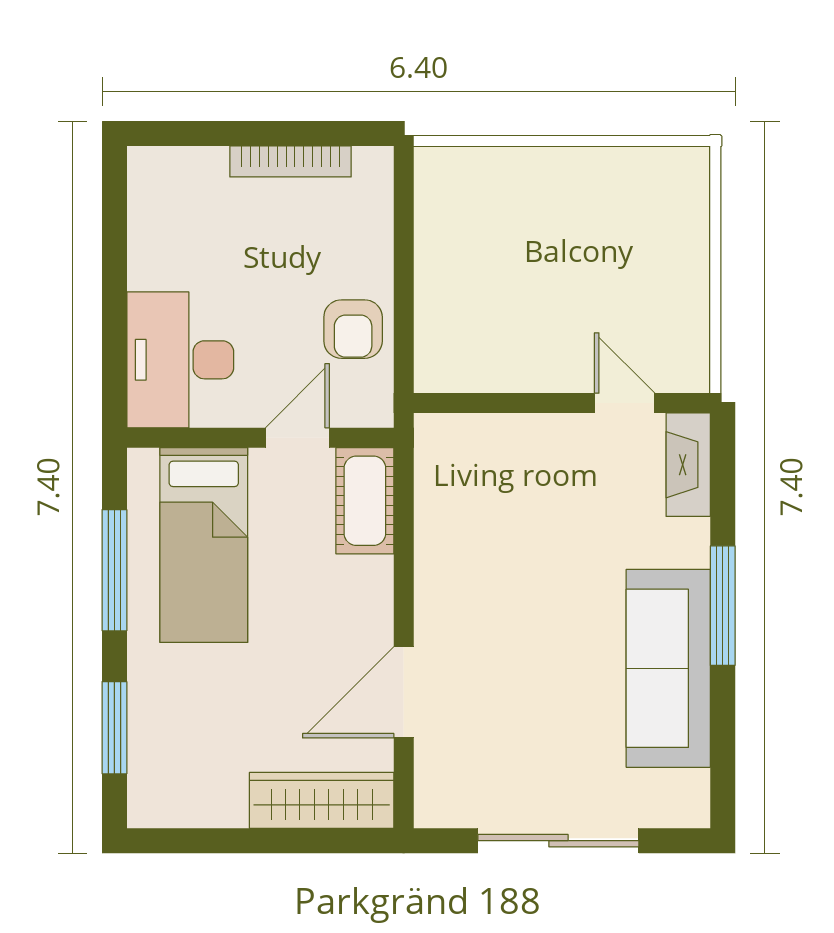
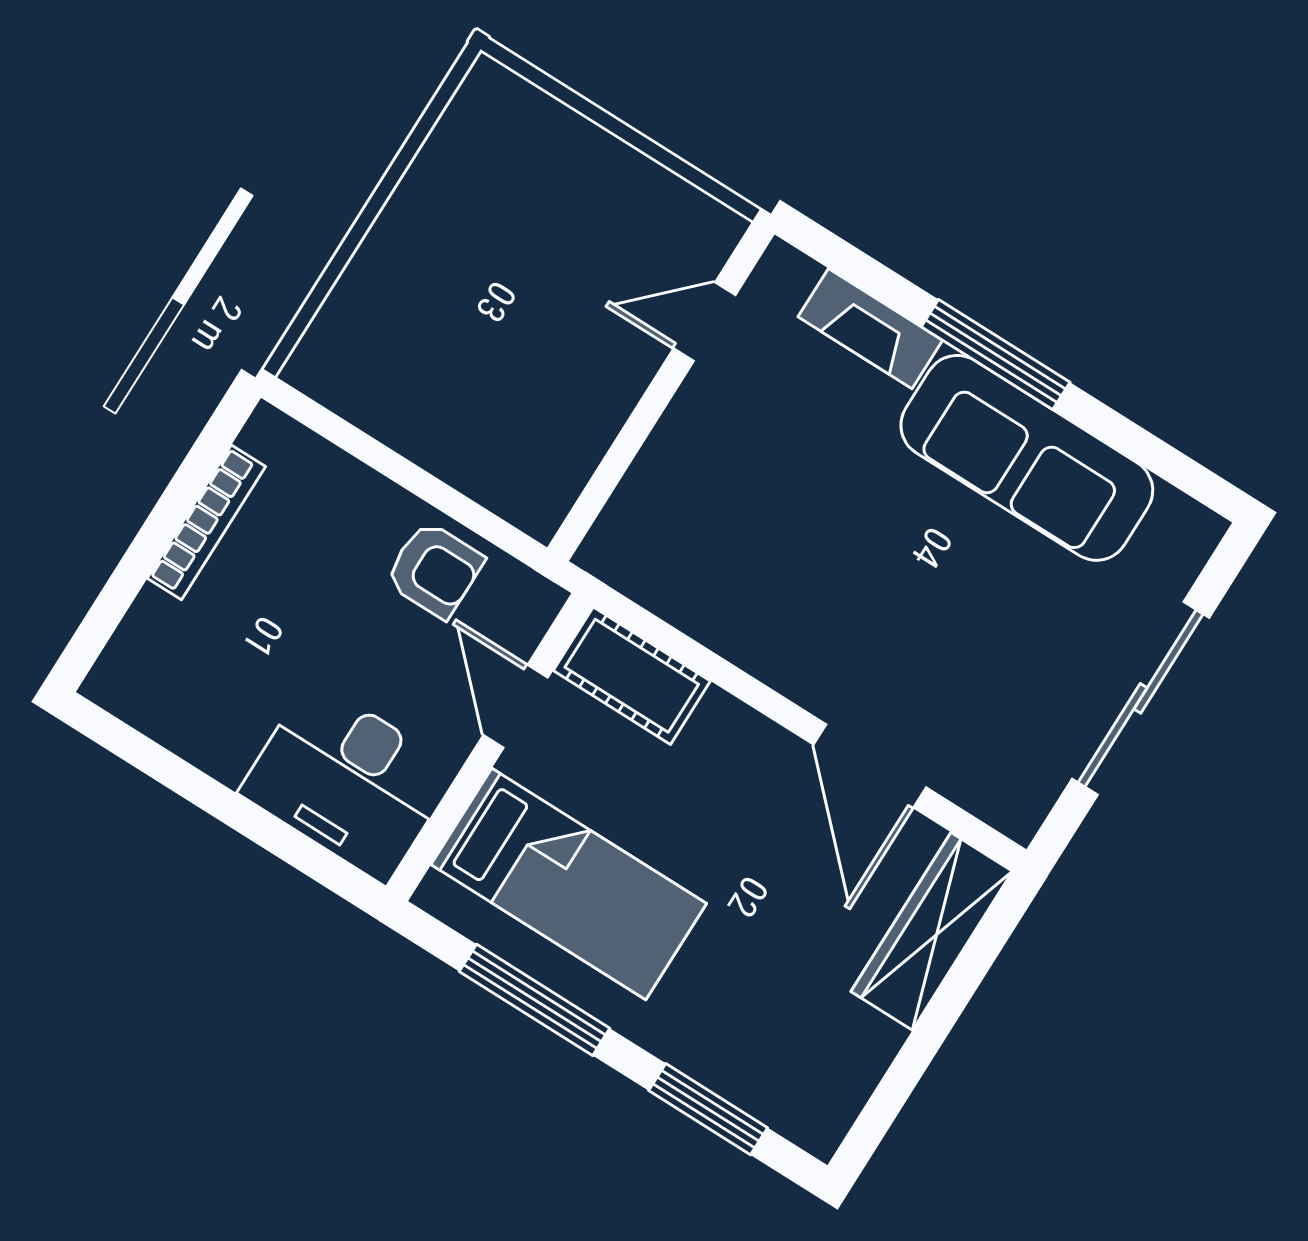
fireplace: (688, 465) -> (870, 329), moved

